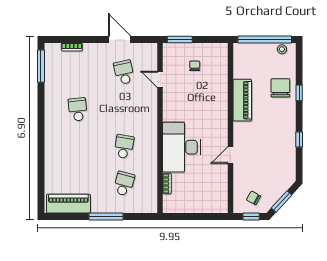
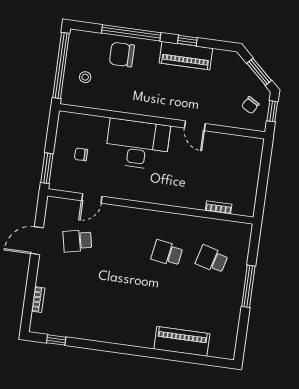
stool: (282, 49) -> (85, 77), moved
window: (41, 66) -> (56, 340), width x0.46
window: (299, 93) -> (131, 33), width x3.17
piano: (242, 100) -> (186, 56), moved, turned 180
school desk: (78, 109) -> (114, 303), removed
desk: (181, 147) -> (138, 144), moved, turned 180
piano: (68, 204) -> (182, 341), moved, turned 90

